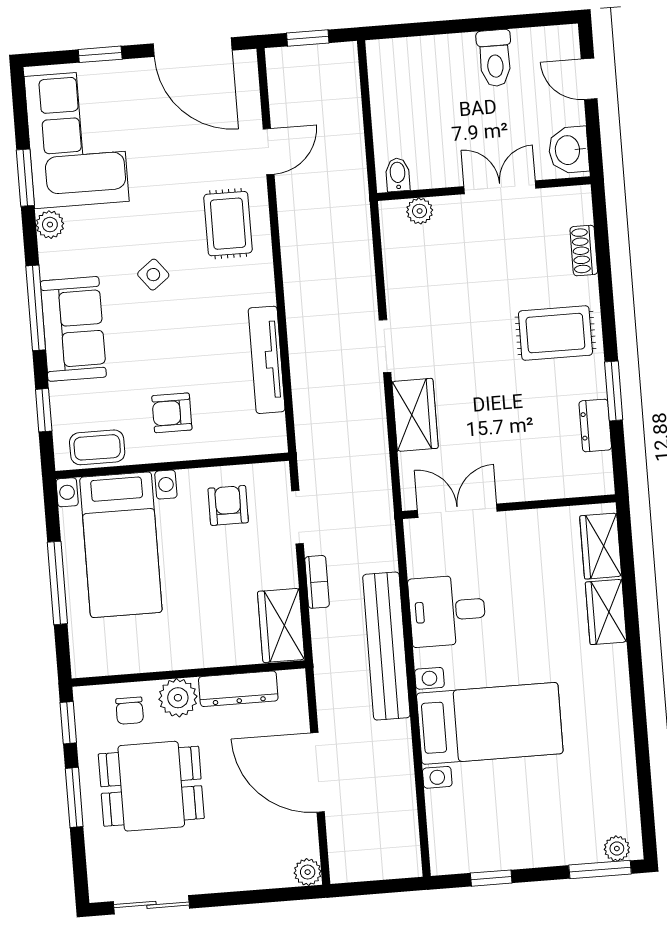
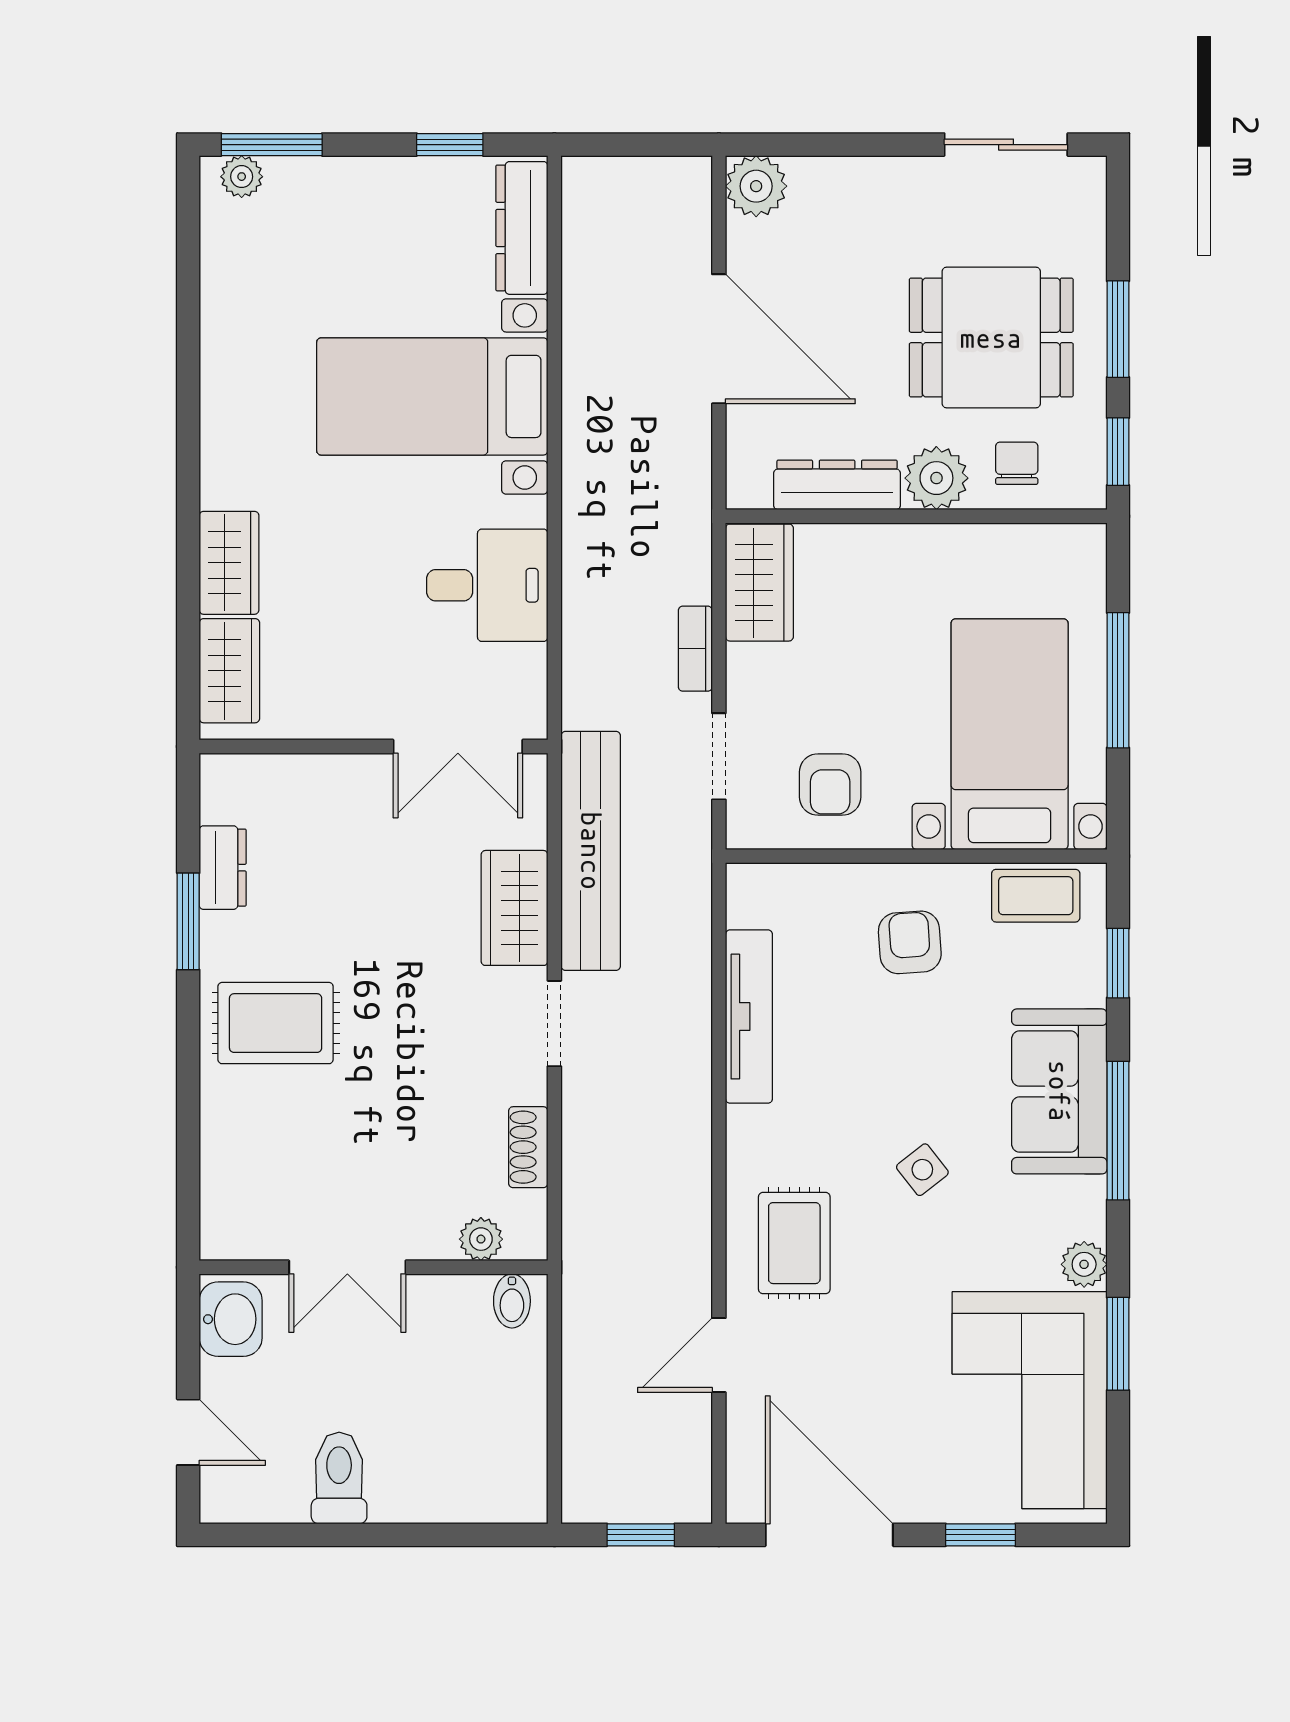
shoe rack: (584, 251) -> (528, 1147), moved, turned 180
armchair: (172, 413) -> (910, 942), turned -94
bench: (386, 646) -> (591, 851), moved
dresser: (443, 831) -> (522, 228), added
plant: (308, 872) -> (756, 186), width x1.38, depth x1.38

